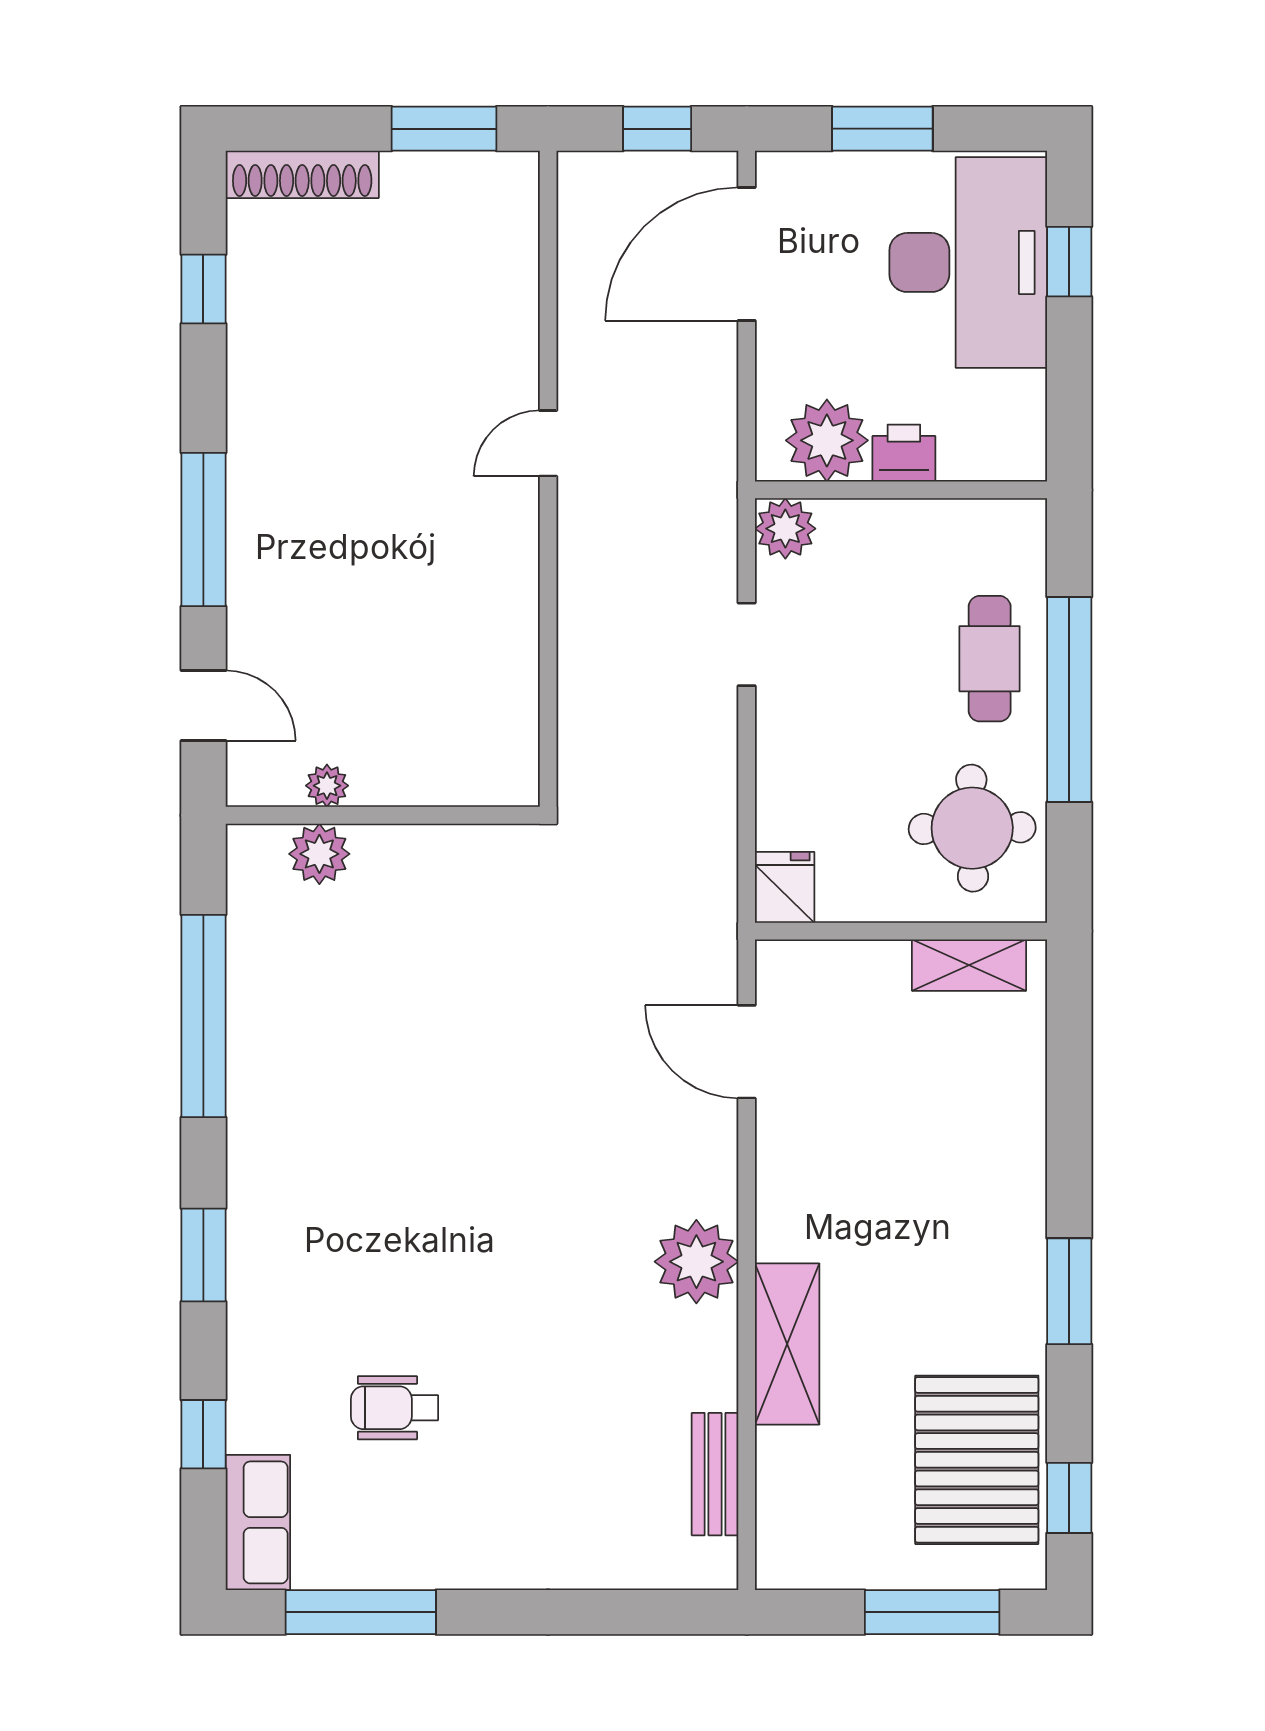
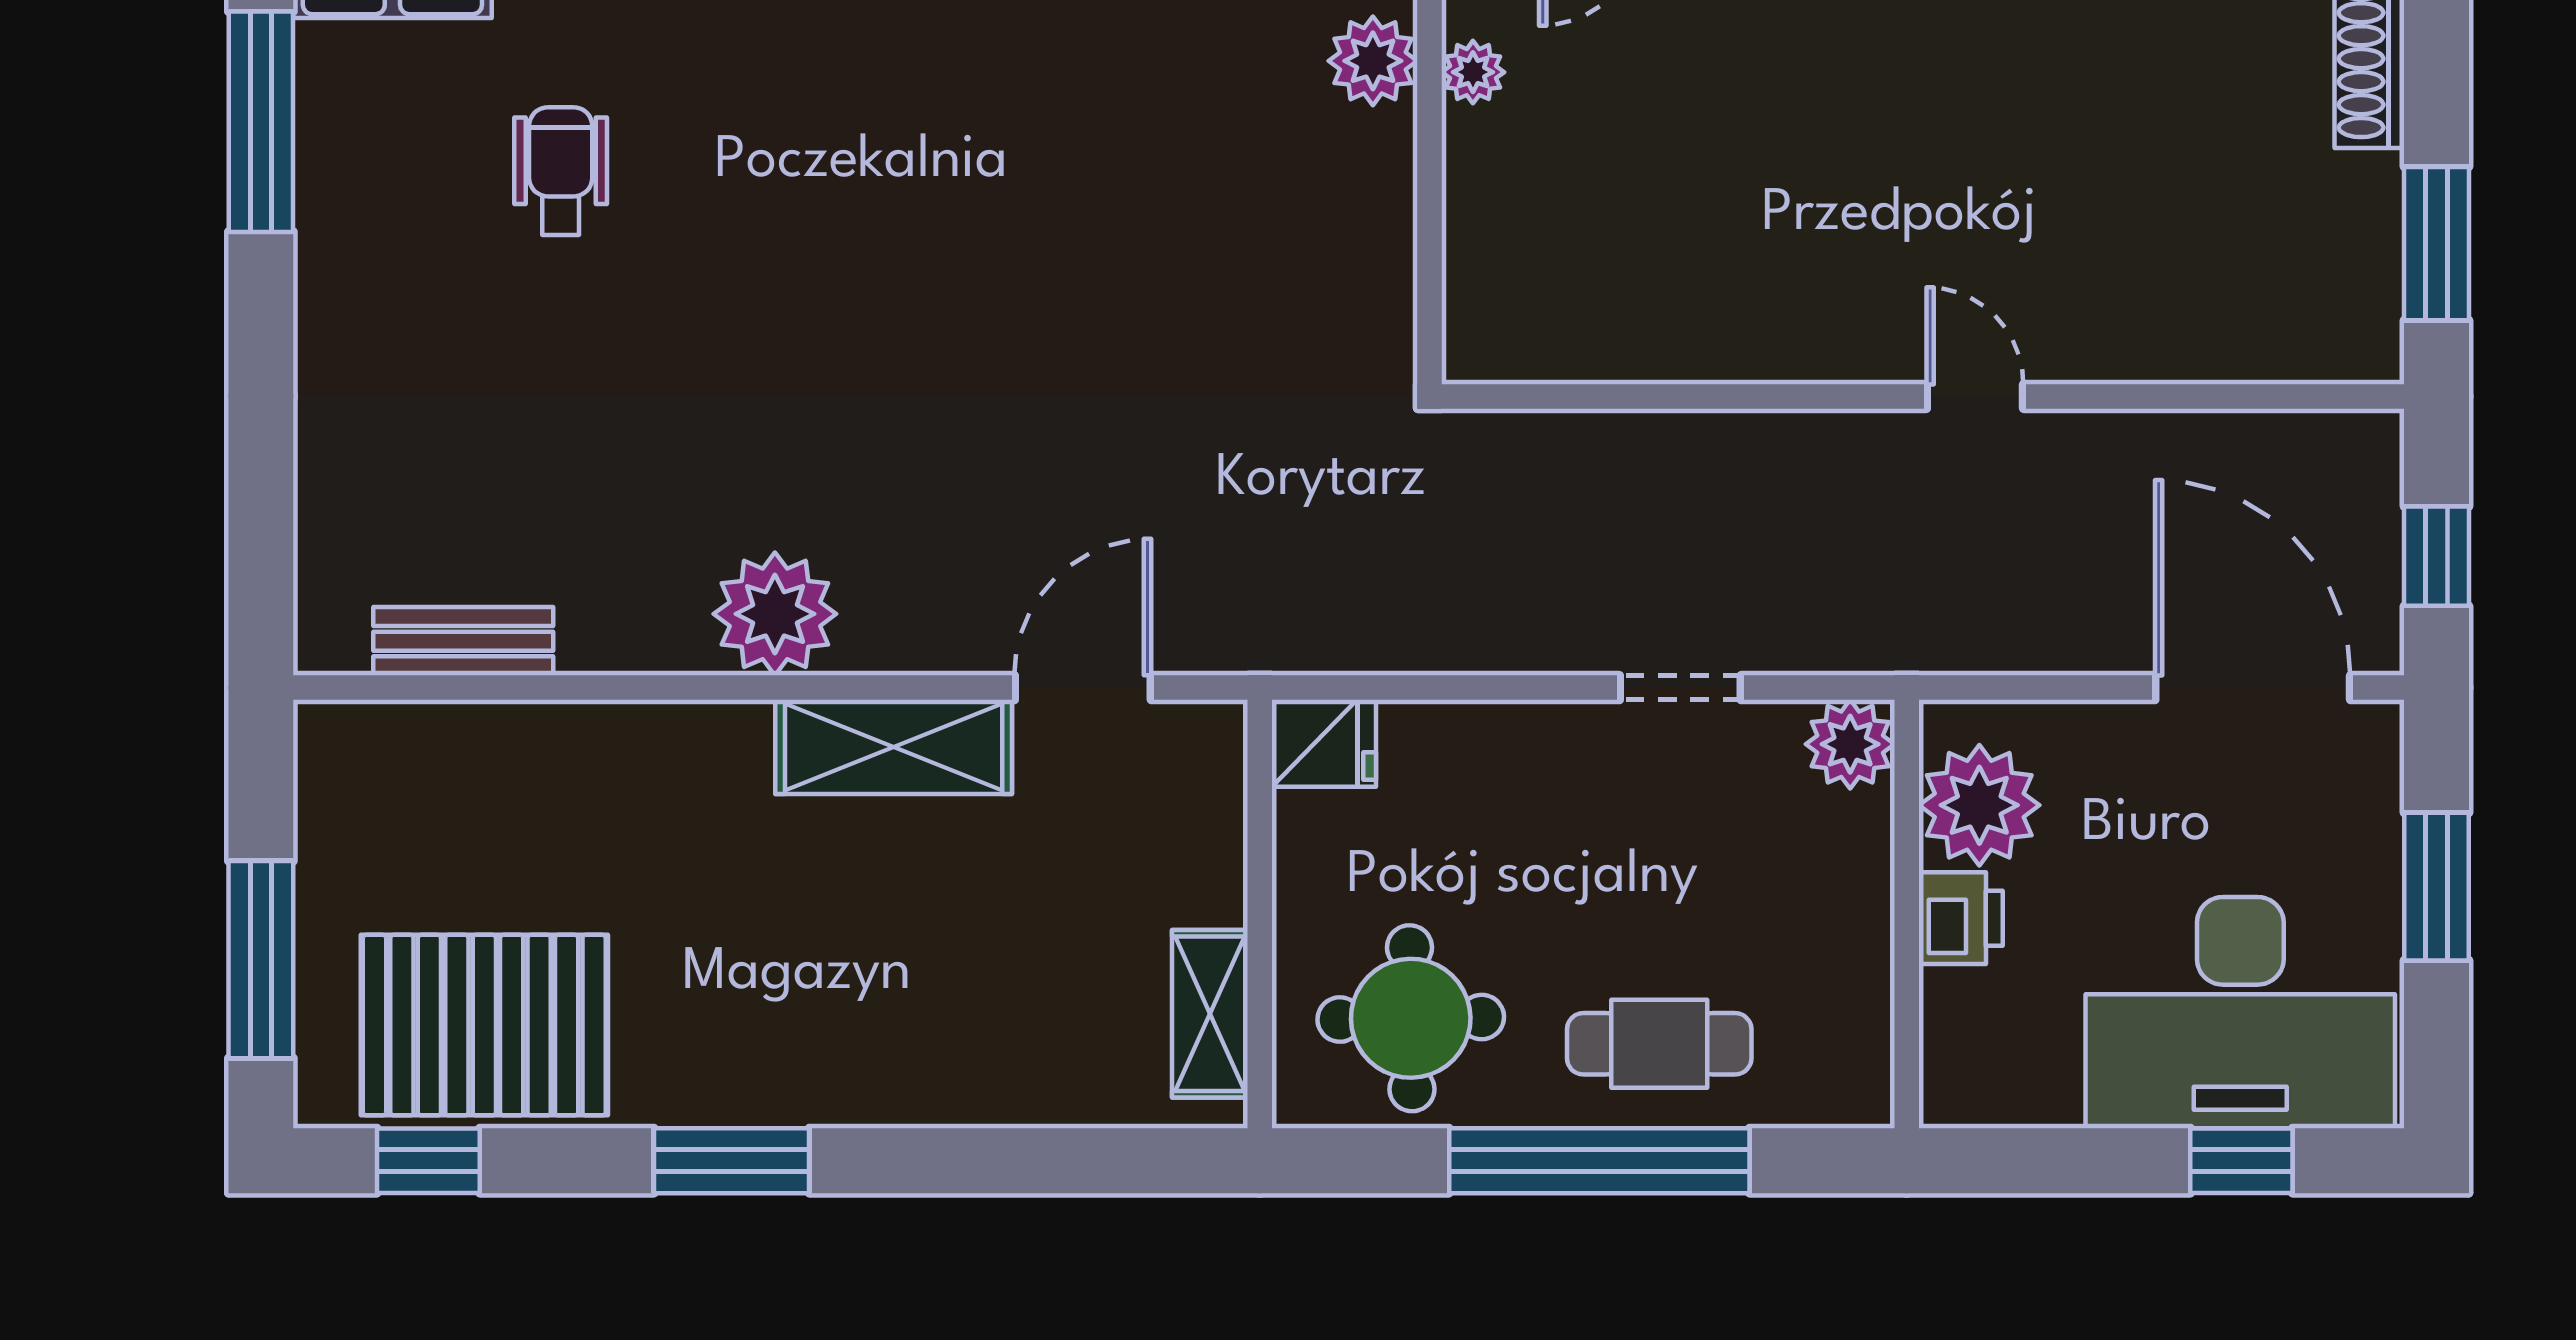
shelving: (787, 1344) -> (894, 747), moved

